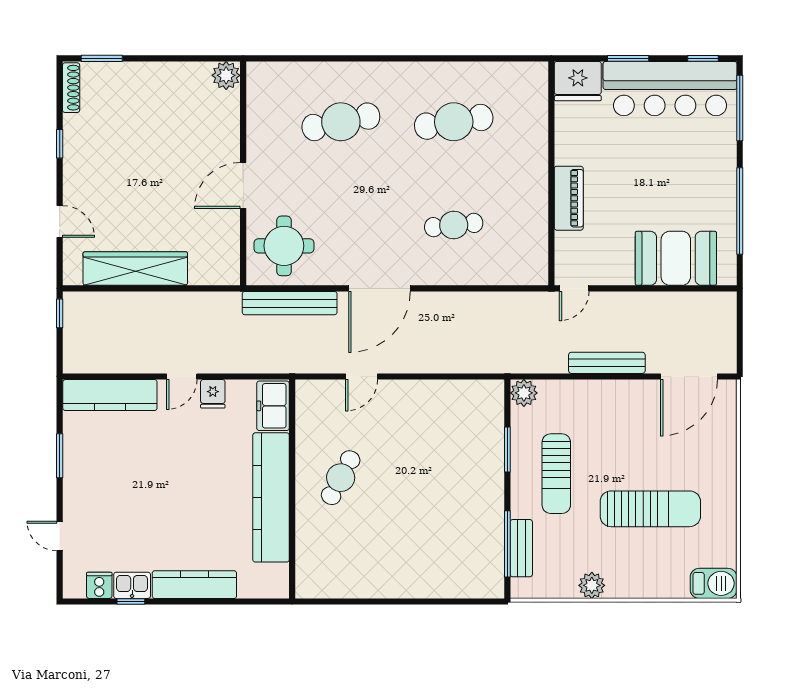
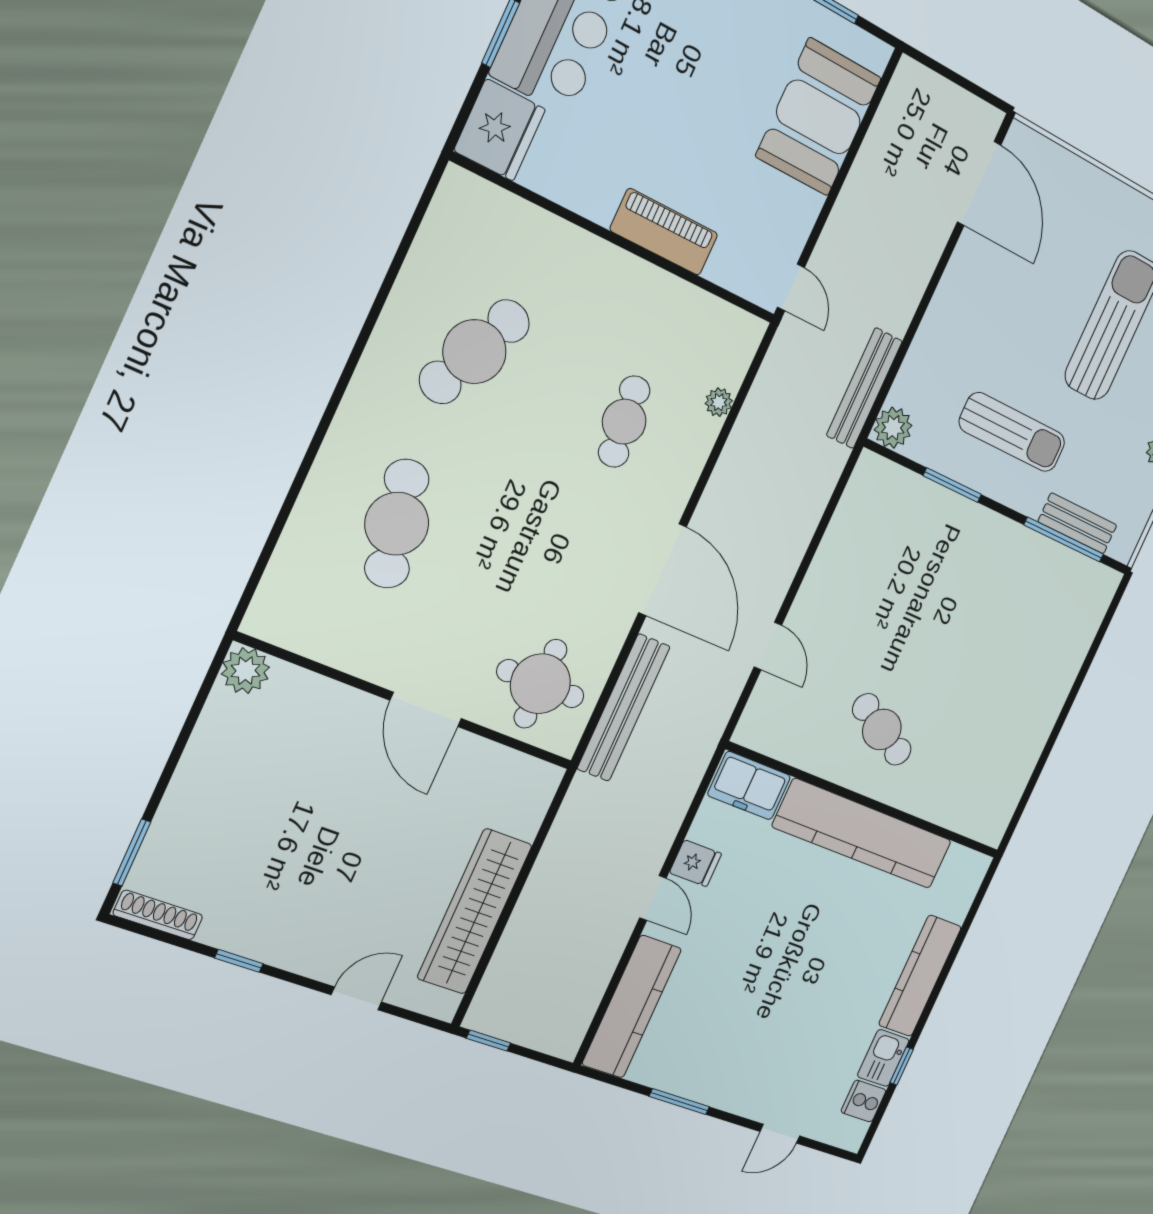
cafe table: (454, 122) -> (474, 352), turned 33
plant: (490, 276) -> (719, 402), added
bench: (607, 363) -> (864, 388), moved

